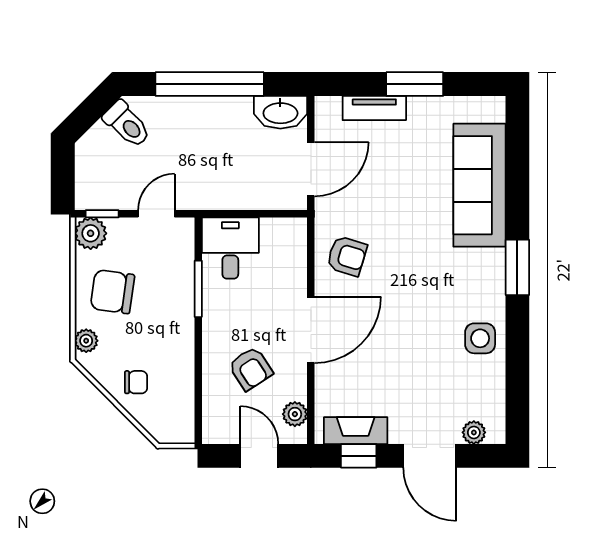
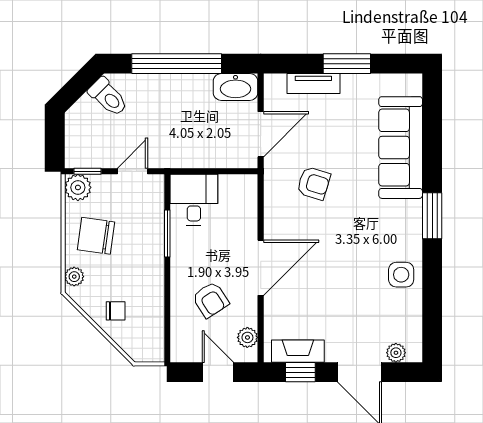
armchair: (347, 256) -> (314, 183), moved

